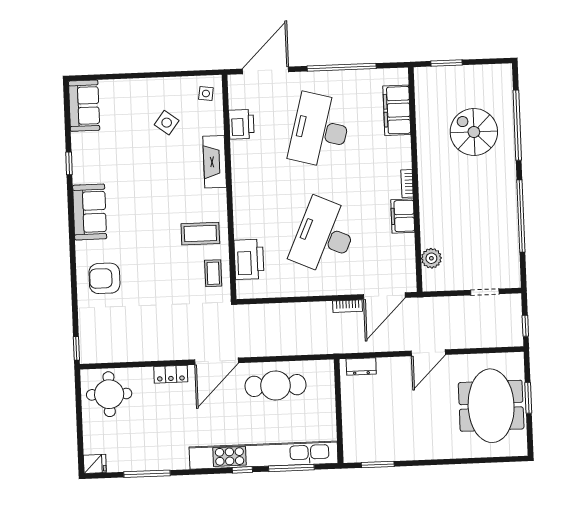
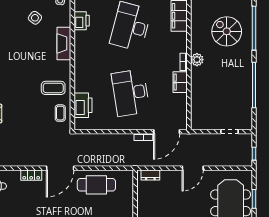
desk: (324, 236) -> (131, 93), turned -33
plant: (431, 258) -> (197, 60), moved

